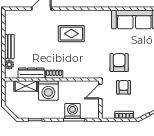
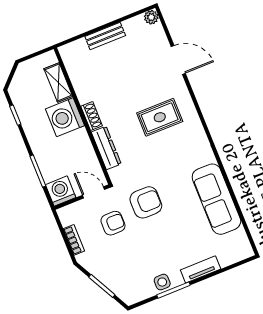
rug: (71, 34) -> (160, 117), turned 90
plant: (9, 65) -> (151, 17), moved
dresser: (31, 73) -> (106, 148), moved
washing machine: (72, 111) -> (61, 191), moved, turned -90

